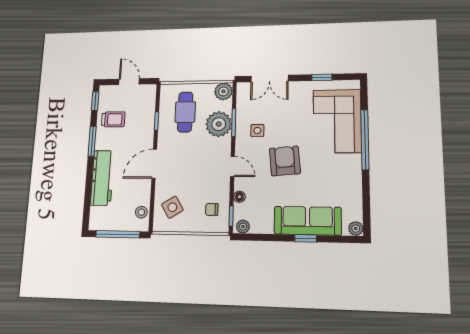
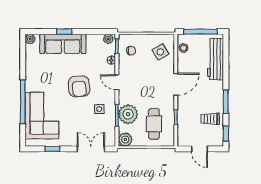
workbench: (102, 178) -> (216, 59), moved

